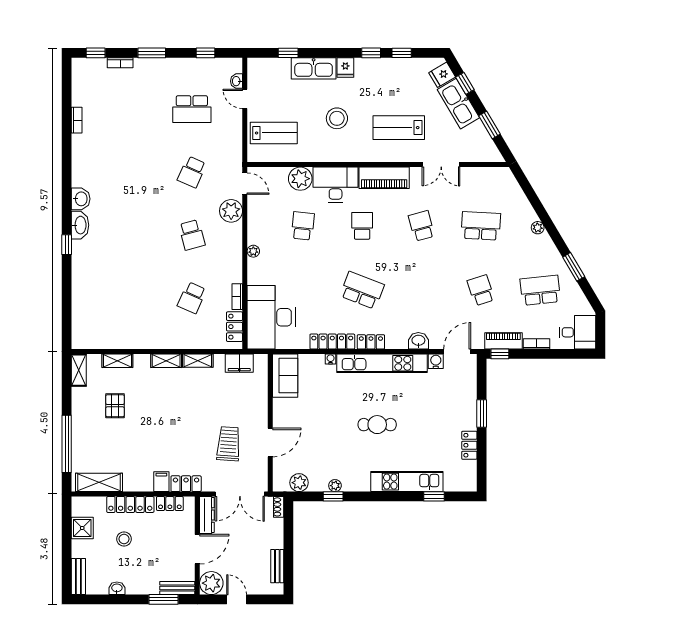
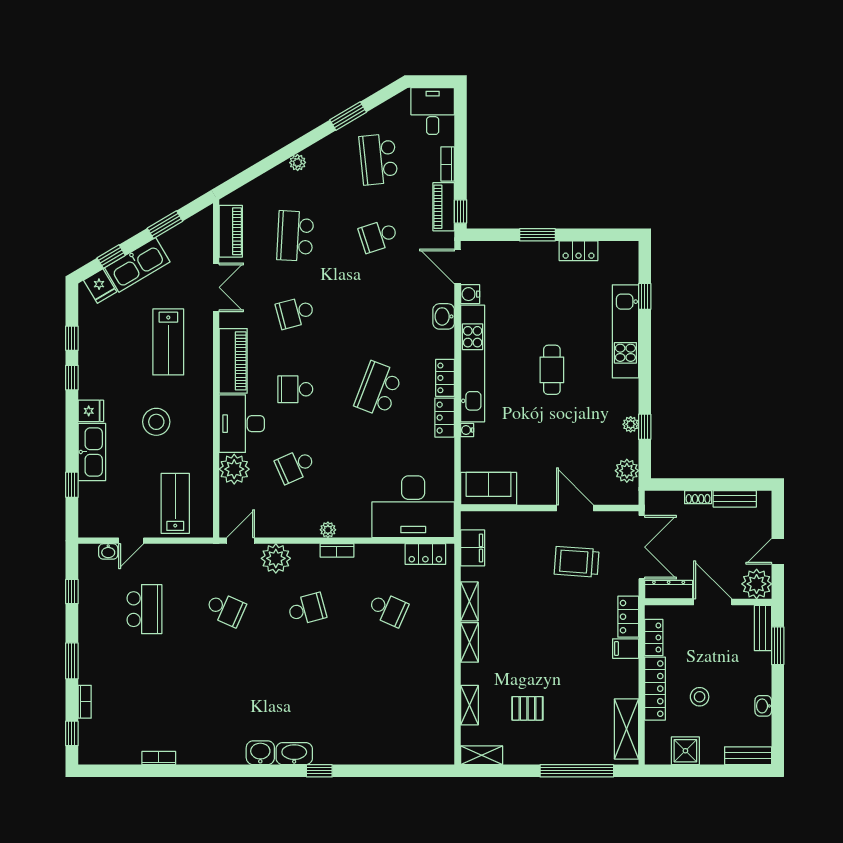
piano: (484, 176) -> (231, 231), added
school desk: (303, 226) -> (295, 466), turned -30
bookcase: (237, 297) -> (337, 550), moved
locker: (332, 342) -> (445, 418), width x0.66
shoe rack: (279, 507) -> (698, 497), moved

